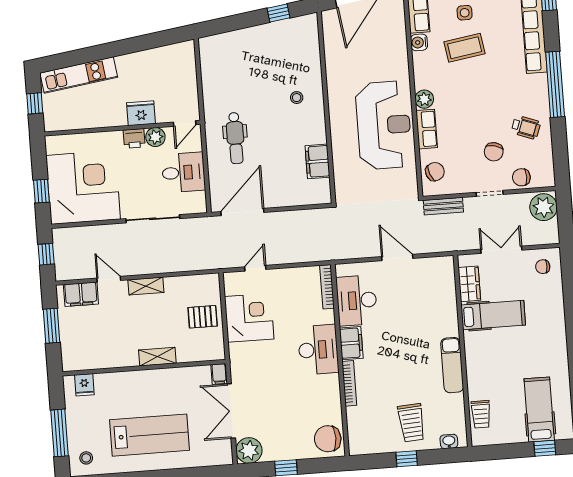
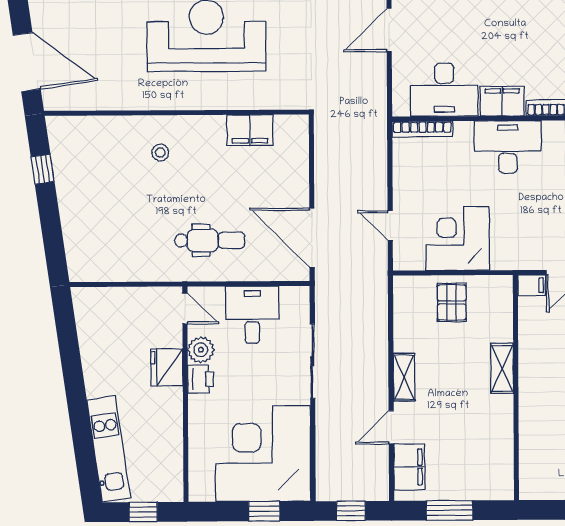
fridge: (84, 385) -> (534, 471), removed

